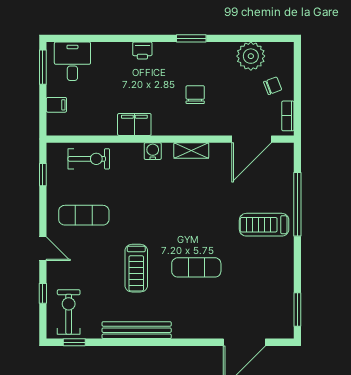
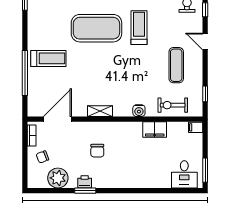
window: (191, 38) -> (85, 191), moved
printer: (142, 51) -> (85, 182), moved
filing cabinet: (56, 105) -> (196, 127), moved
filing cabinet: (134, 124) -> (155, 129), moved
water cooler: (153, 151) -> (139, 111), moved
exercise mat: (84, 215) -> (176, 65), turned 90
exercise mat: (196, 267) -> (96, 28), width x2.00, depth x1.45

